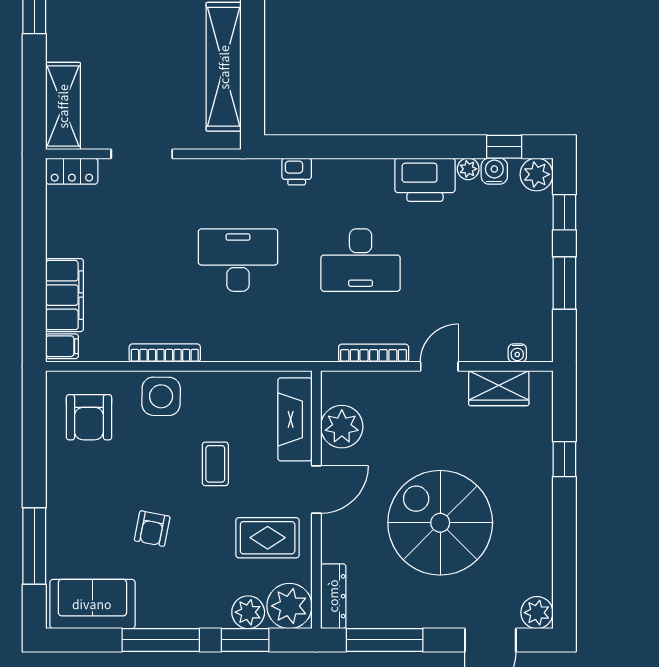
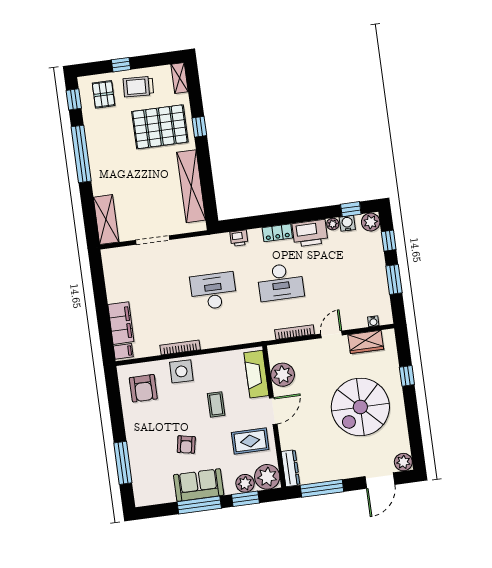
locker: (72, 171) -> (277, 233), moved
spiral stairs: (440, 523) -> (360, 407), moved, turned -90
sofa: (92, 604) -> (199, 485), moved

